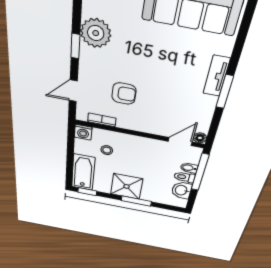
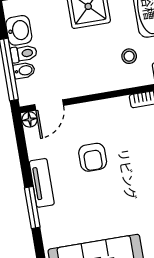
tv unit: (216, 76) -> (42, 183), moved
window: (225, 92) -> (32, 207), moved
armchair: (124, 94) -> (93, 157), moved, turned -90

